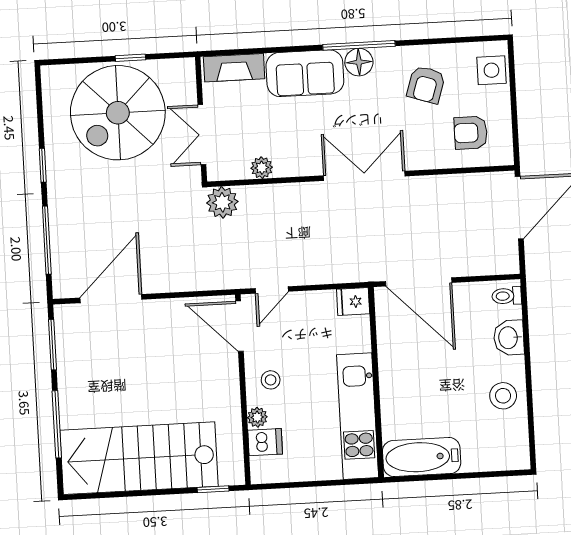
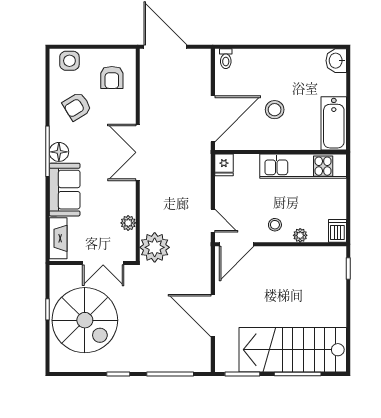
armchair: (426, 85) -> (77, 106), turned 131
plant: (222, 202) -> (155, 247), width x1.36, depth x1.36
door: (111, 299) -> (213, 316), moved
washbasin: (509, 338) -> (336, 61), moved, turned 90
stool: (503, 396) -> (275, 110), moved
dishwasher: (265, 442) -> (337, 231), moved
stairs: (139, 458) -> (293, 350), moved, turned 90

